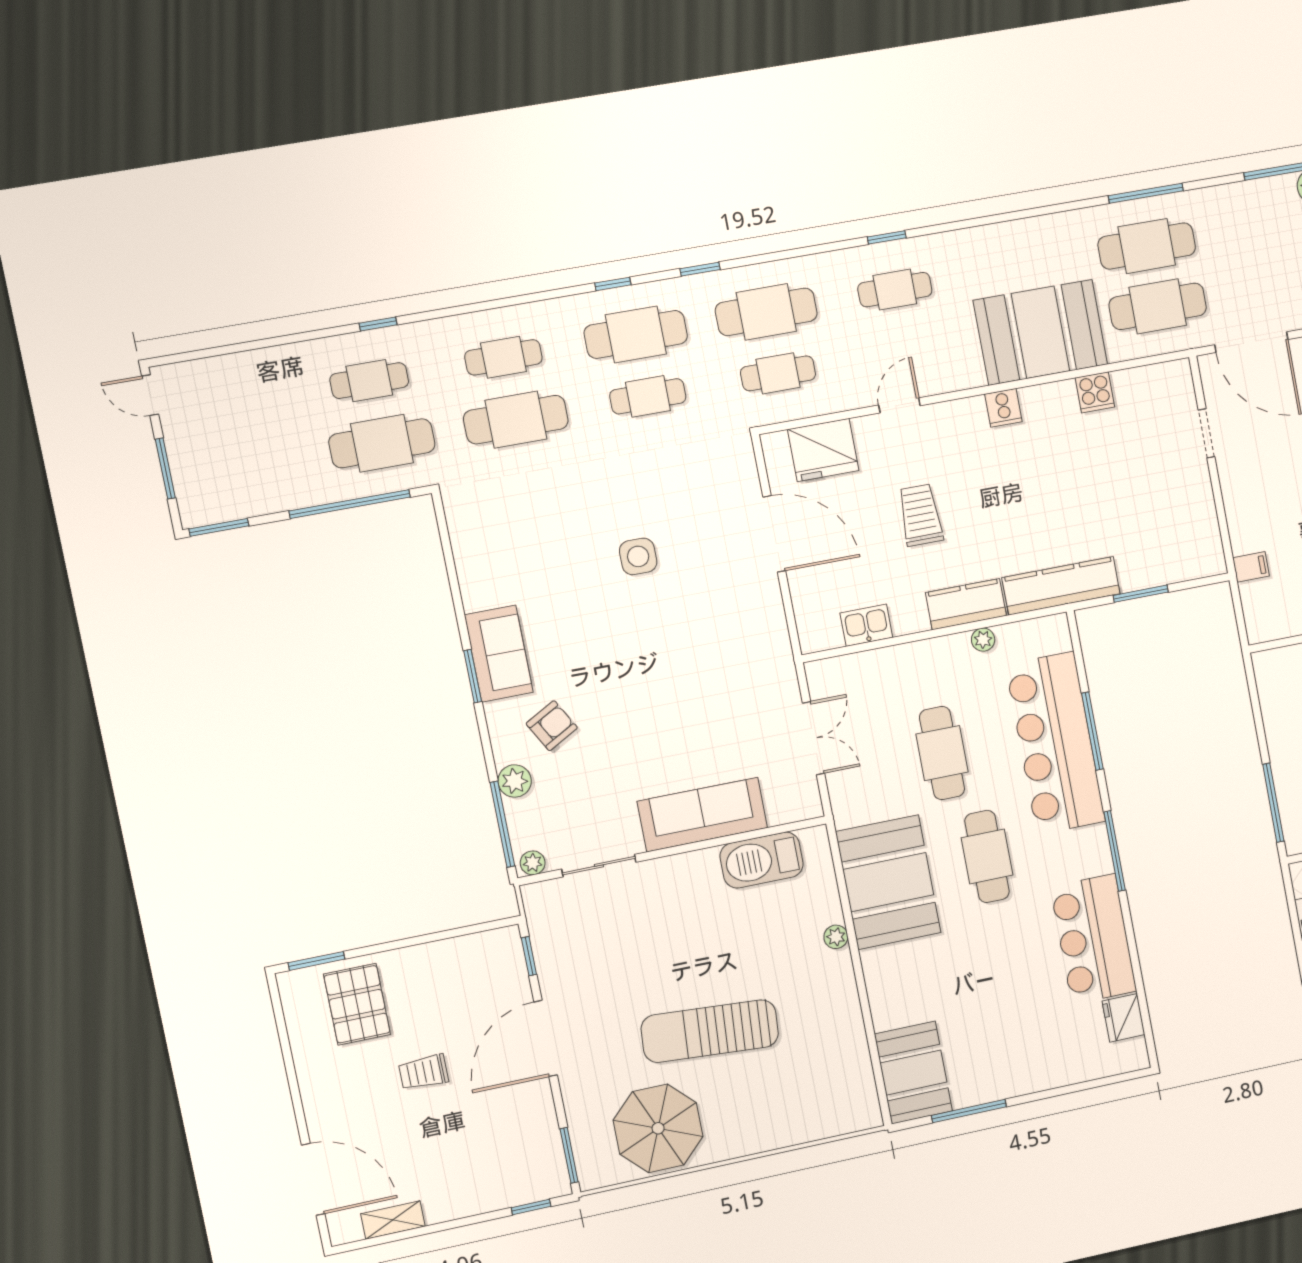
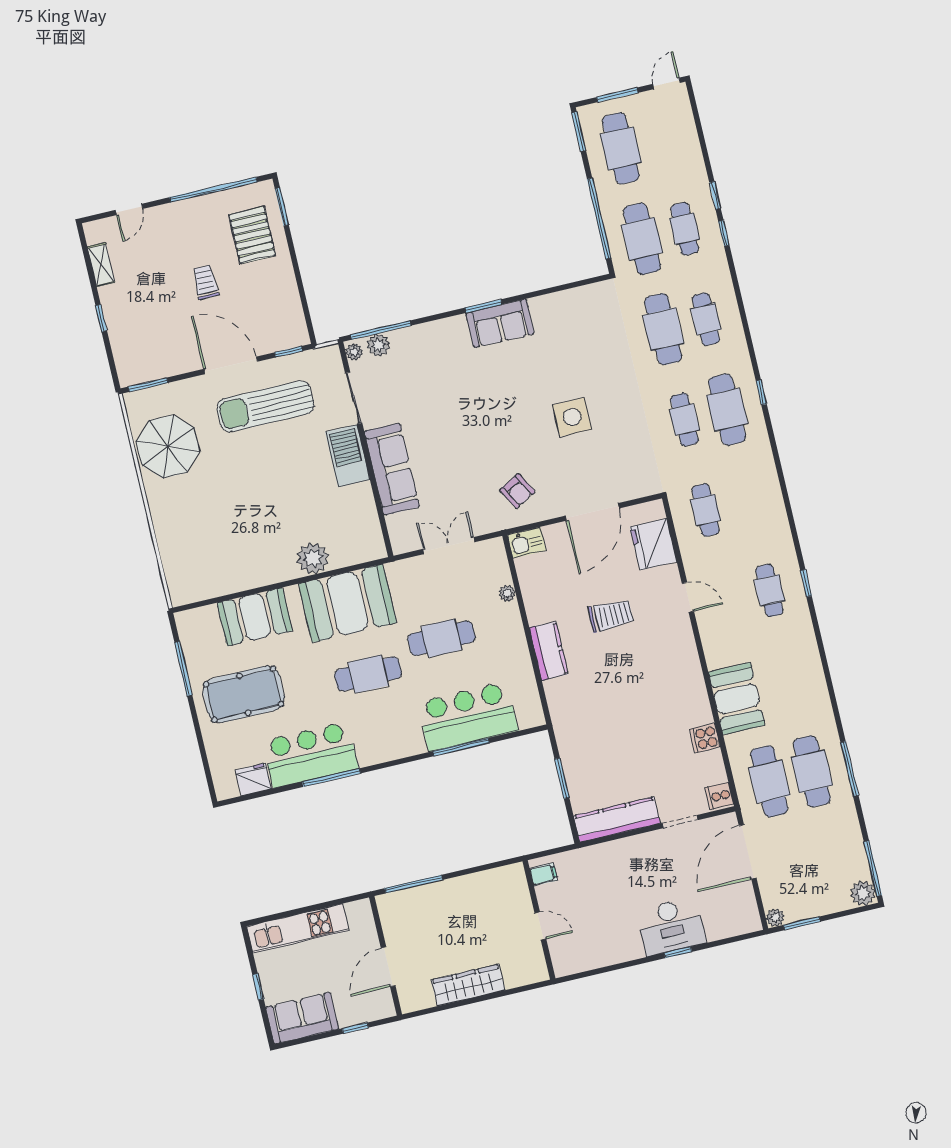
window: (700, 269) -> (715, 195), moved
cafe table: (766, 312) -> (621, 148), moved
booth: (1040, 332) -> (737, 699), width x0.73, depth x0.70
cooker: (1003, 408) -> (719, 796), moved
side table: (638, 556) -> (572, 417), width x1.37, depth x1.37
filing cabinet: (1251, 567) -> (544, 874), moved, turned -90
kitchen counter: (1061, 586) -> (617, 820), moved, turned -90
kitchen sink: (866, 625) -> (527, 543), moved, turned 90
plant: (983, 640) -> (507, 593), moved
armchair: (552, 726) -> (517, 491), moved
double door: (814, 738) -> (449, 546), swing flipped
bar counter: (1055, 743) -> (468, 717), width x0.73
plant: (515, 781) -> (378, 345), moved
window: (1115, 851) -> (331, 778), moved
barbecue: (762, 860) -> (348, 456), moved
plant: (836, 937) -> (313, 558), width x1.88, depth x1.88
pallet: (357, 1004) -> (252, 235), turned 90
pool table: (1007, 1029) -> (244, 694), added
sun lounger: (710, 1031) -> (265, 406), moved, turned -94
window: (288, 1058) -> (213, 190), added
booth: (913, 1073) -> (255, 617), moved
door: (313, 1179) -> (129, 209), width x0.53
window: (531, 1207) -> (101, 318), moved

